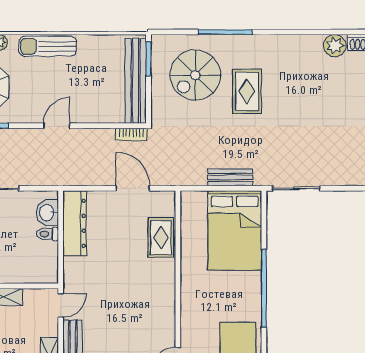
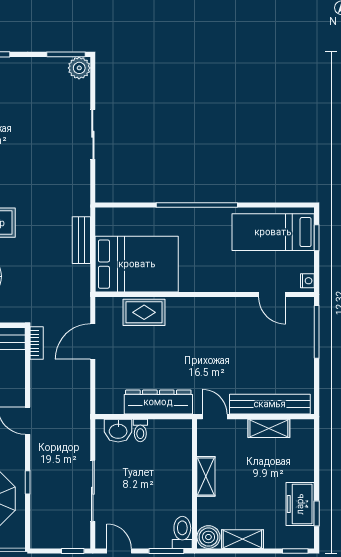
sliding door: (296, 188) -> (93, 134), moved
dresser: (75, 223) -> (158, 402), moved
bed: (235, 230) -> (137, 264), moved

